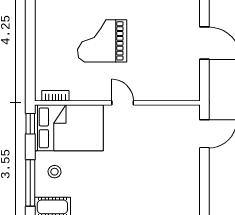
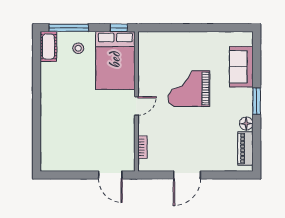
grand piano: (102, 41) -> (189, 89), turned -90
bookcase: (55, 96) -> (142, 147), moved

